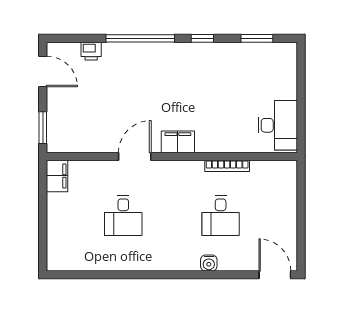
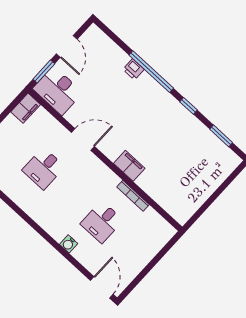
printer: (91, 51) -> (133, 69), moved
door: (43, 71) -> (67, 47), moved
desk: (278, 125) -> (58, 91), moved, turned 90
filing cabinet: (178, 142) -> (129, 166), moved

